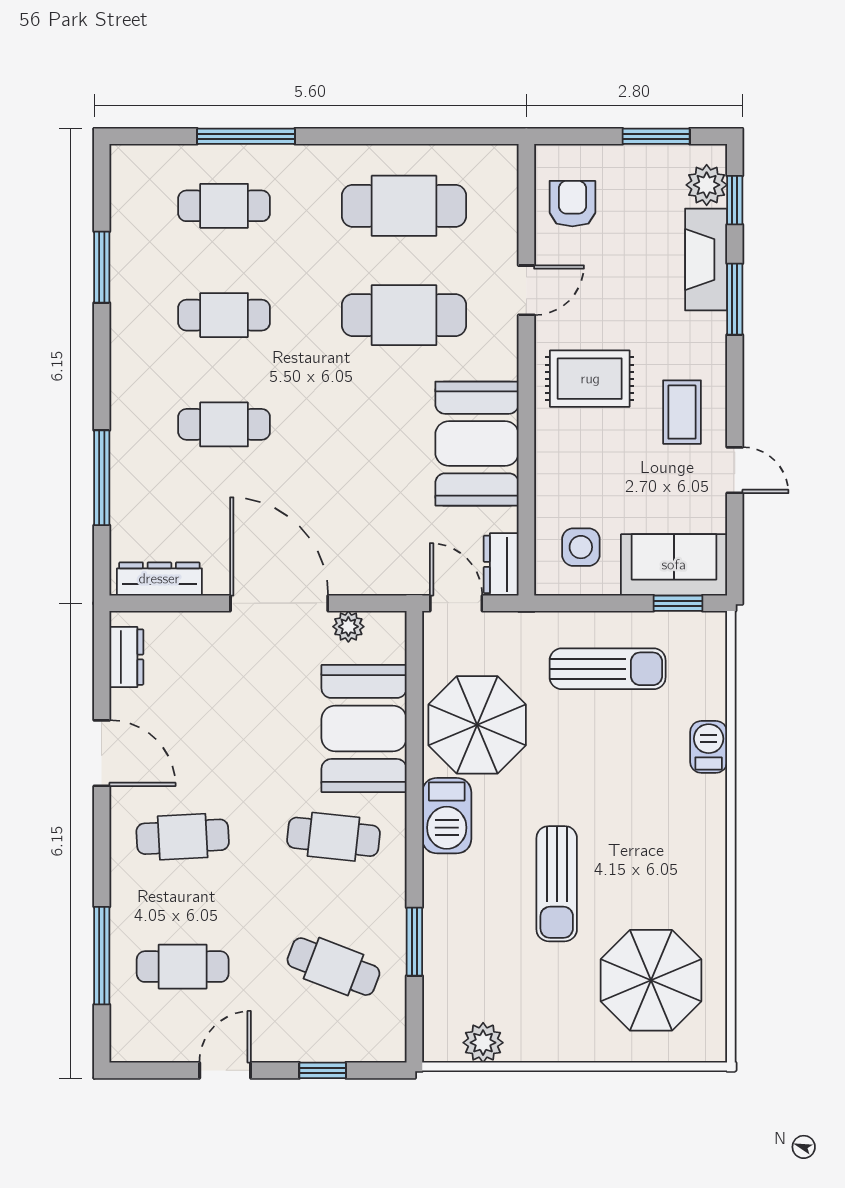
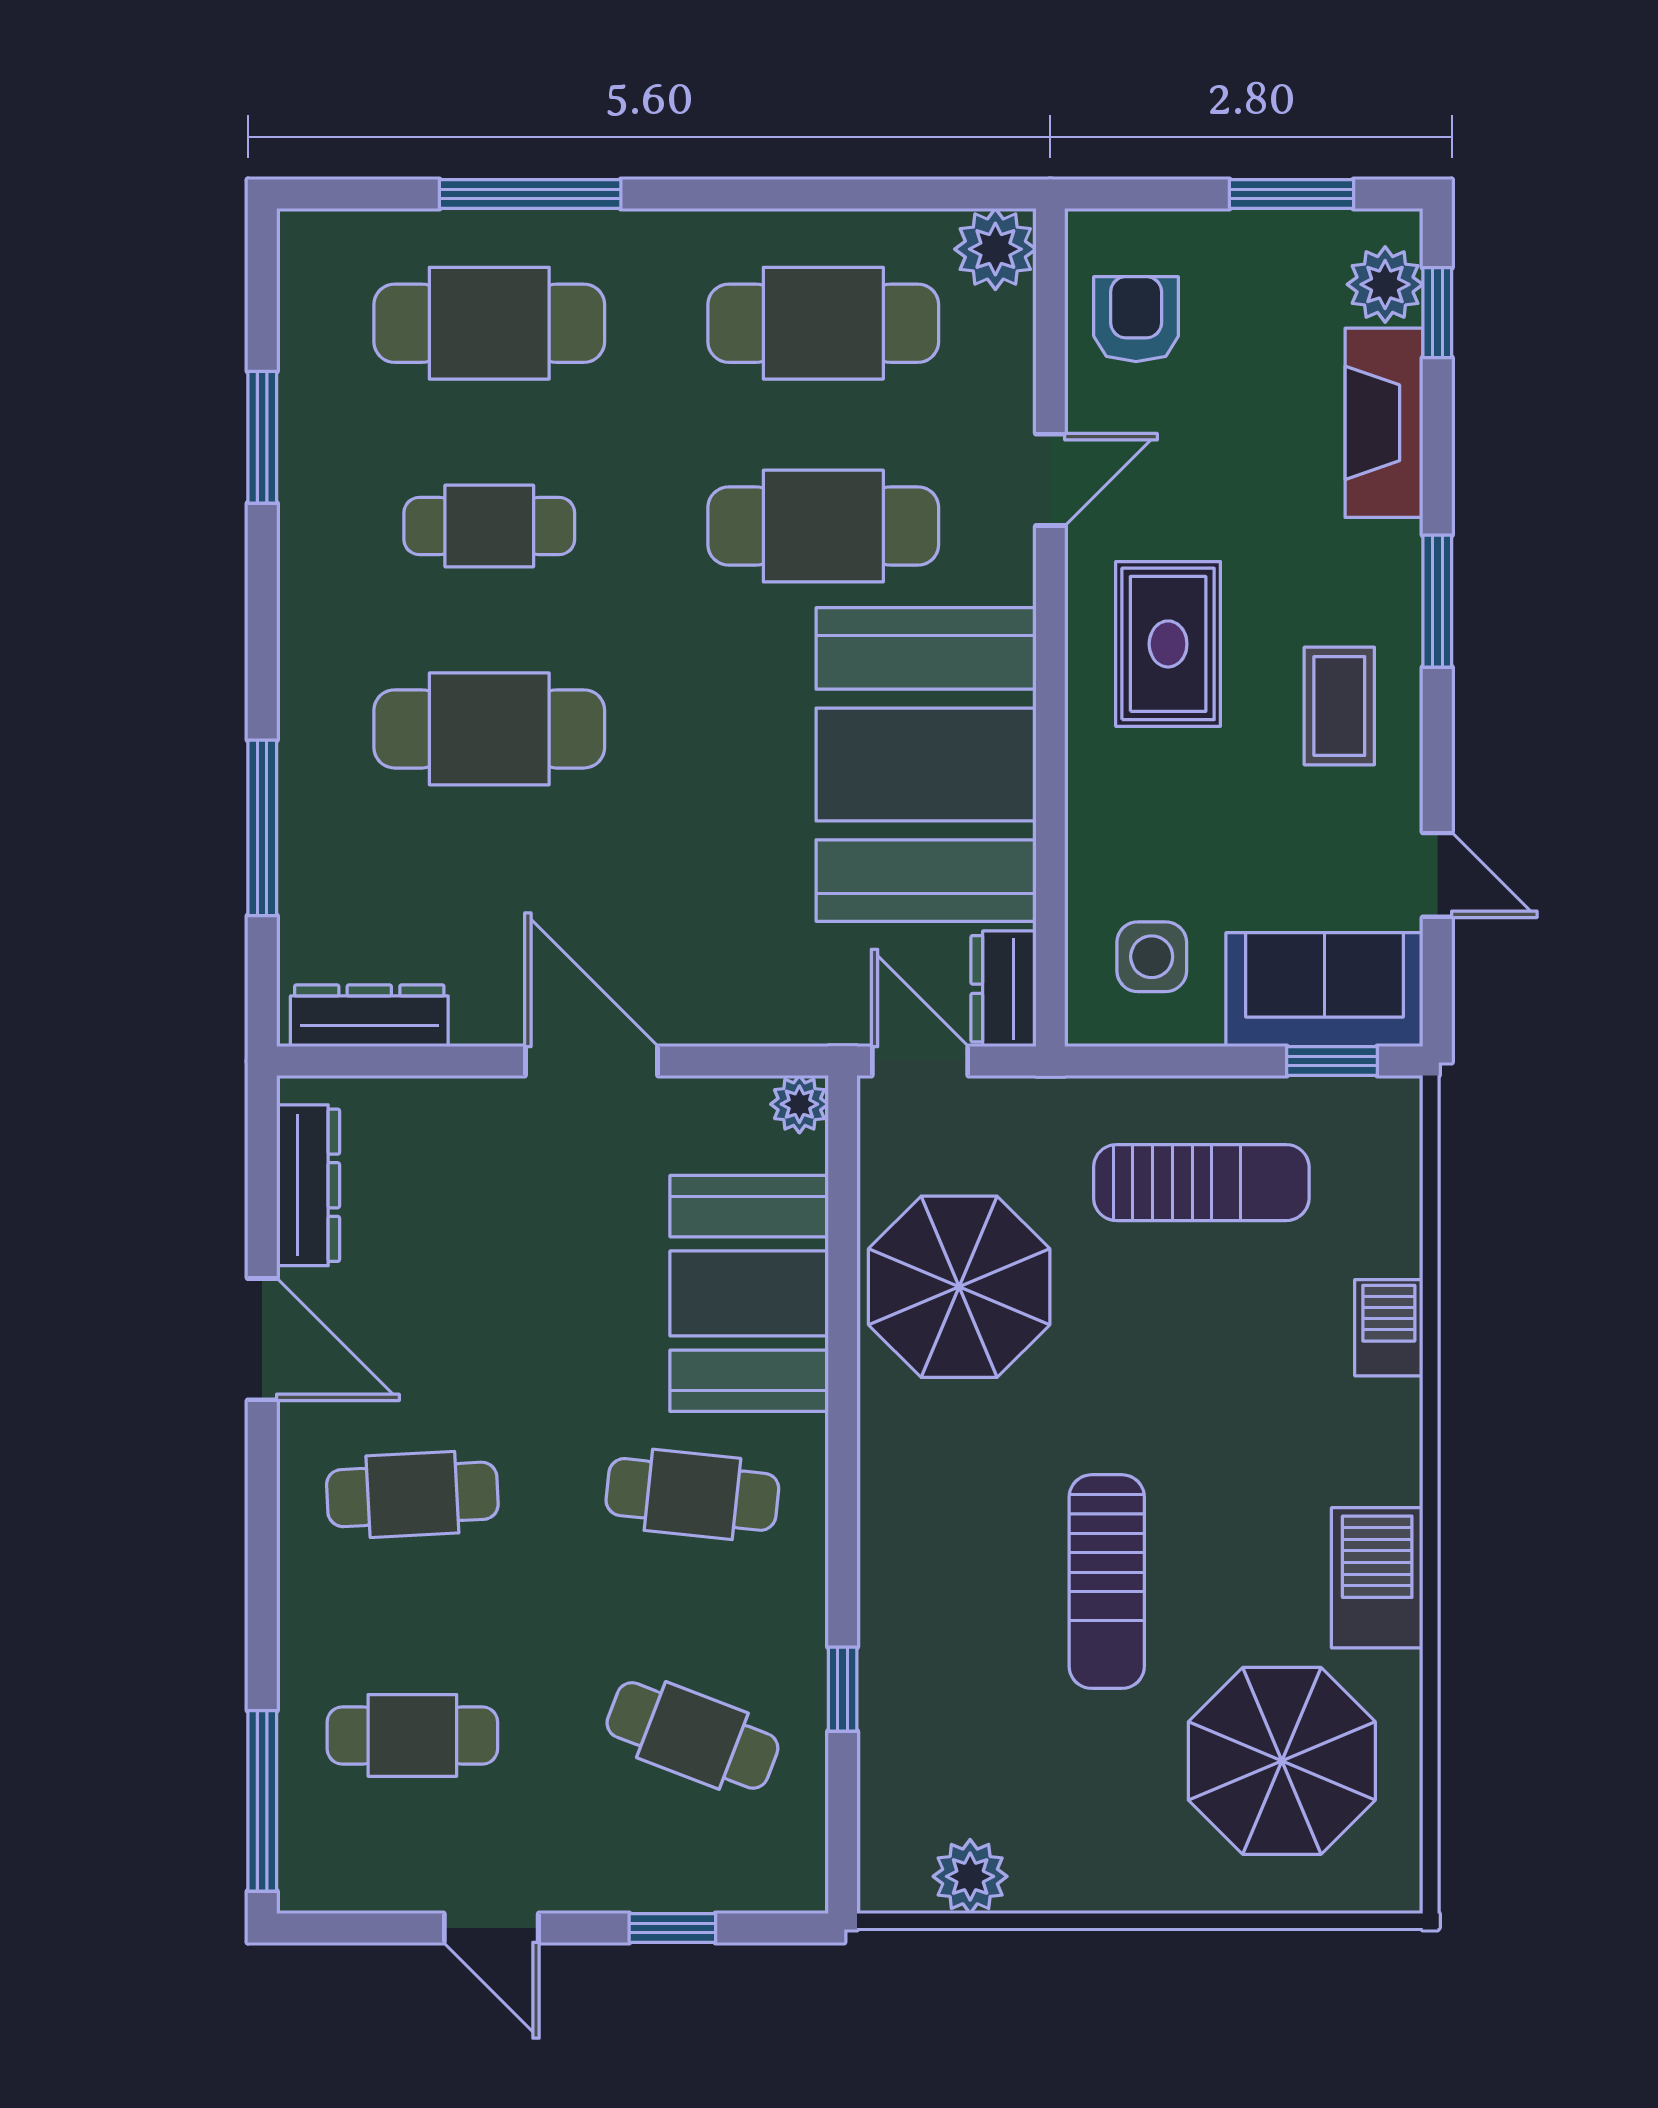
plant: (497, 166) -> (995, 249), added
cafe table: (224, 206) -> (489, 323), width x1.37, depth x1.35
window: (735, 299) -> (1437, 601), moved
rug: (590, 379) -> (1168, 644), turned 90
cafe table: (224, 424) -> (489, 729), width x1.37, depth x1.35
booth: (477, 444) -> (926, 764), width x1.36, depth x1.42
door: (735, 470) -> (1437, 875), moved
door: (279, 603) -> (592, 1061), width x0.73
plant: (348, 627) -> (799, 1104), moved
dresser: (126, 657) -> (308, 1185), width x1.44
barbecue: (447, 816) -> (1377, 1578), moved, turned 180
window: (414, 942) -> (843, 1689), width x0.67
window: (102, 956) -> (262, 1801), moved
door: (225, 1070) -> (491, 1928), swing flipped

